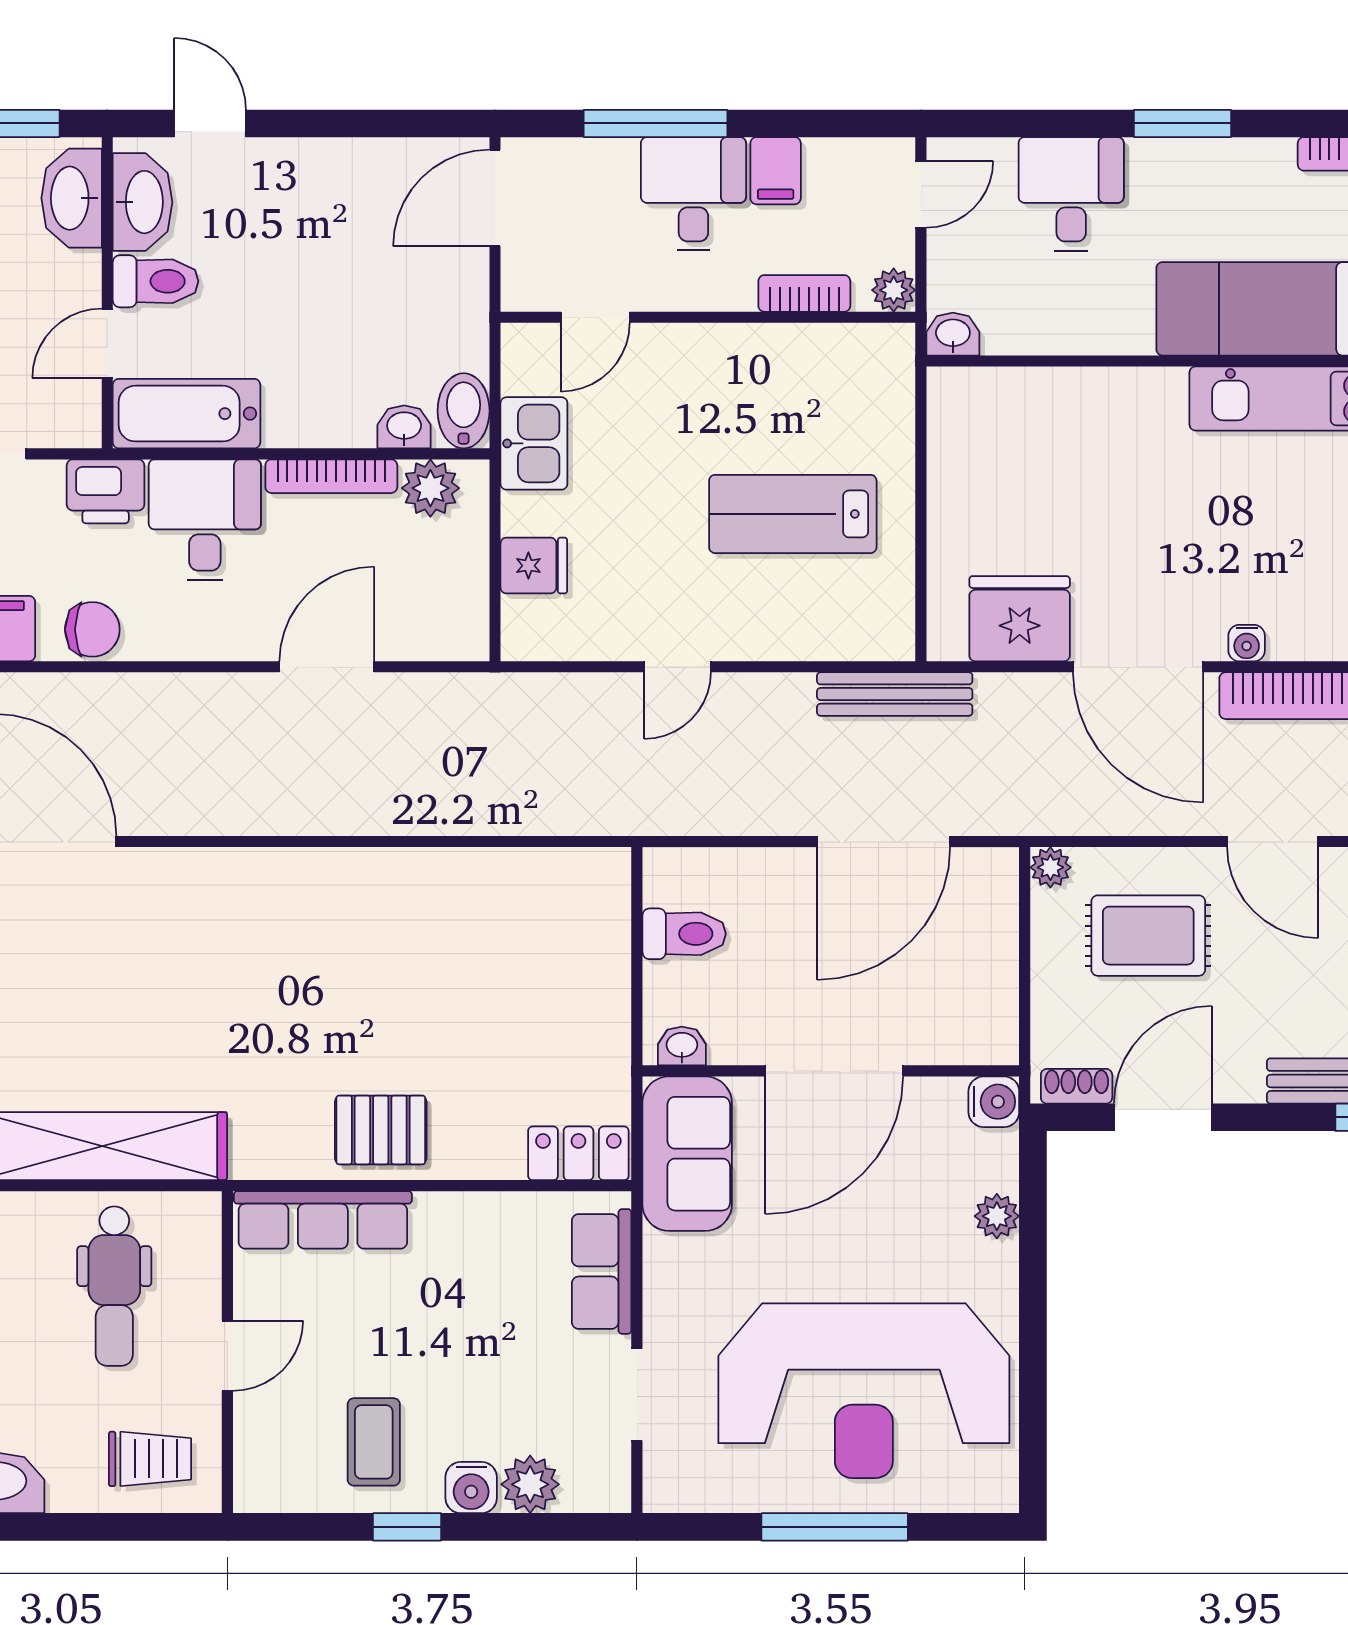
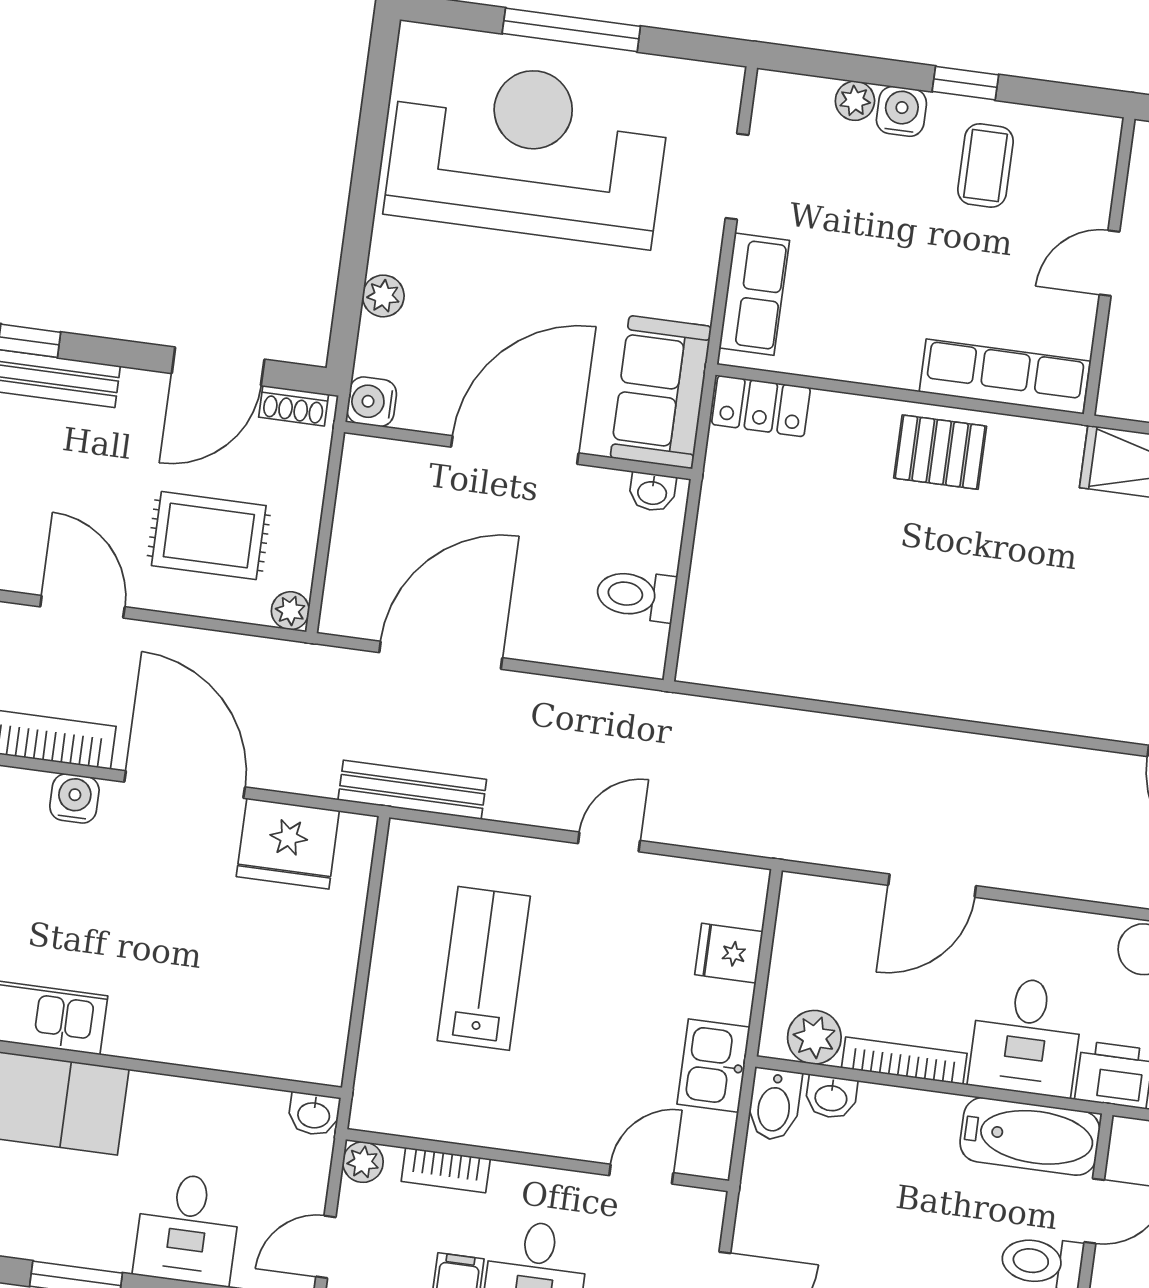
lab bench: (793, 514) -> (484, 968), turned -90
water cooler: (1247, 643) -> (74, 798), width x1.38, depth x1.38
plant: (530, 1484) -> (855, 101), width x0.73, depth x0.73

